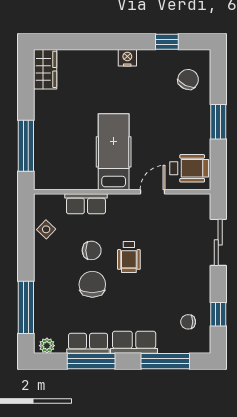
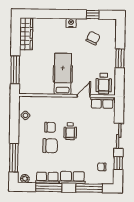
wardrobe: (45, 69) -> (26, 34), width x1.50
chair: (188, 79) -> (93, 38), moved
wheelchair: (189, 168) -> (104, 83), turned 90
row of seats: (86, 204) -> (102, 103), moved
sliding door: (218, 242) -> (119, 136), moved
chair: (92, 284) -> (50, 146), turned 90

